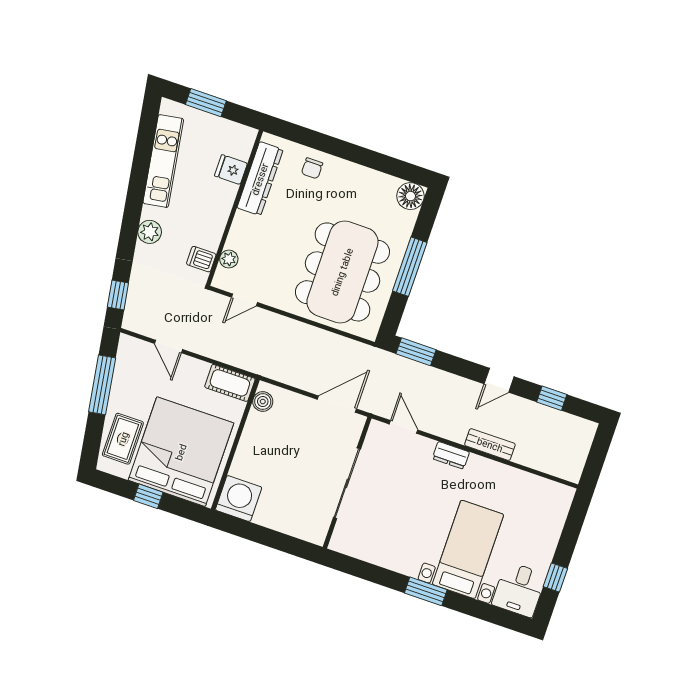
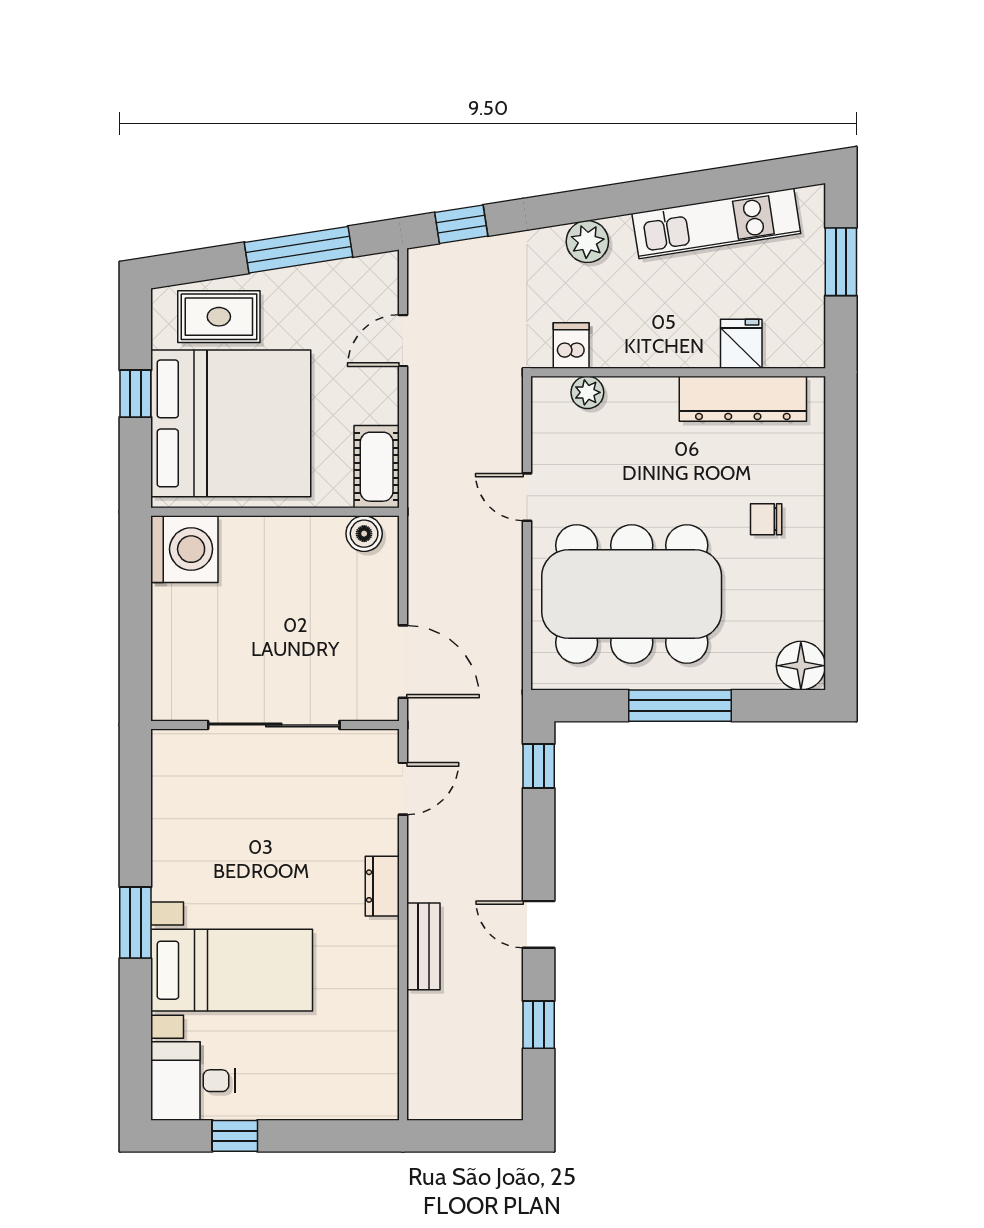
chair: (312, 168) -> (766, 519), moved
door: (244, 300) -> (527, 497), moved
window: (416, 352) -> (539, 766), width x0.67

